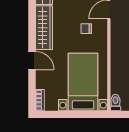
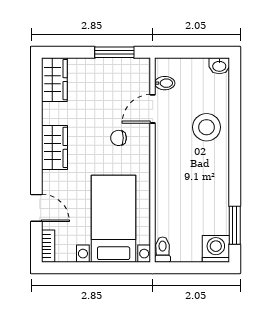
wardrobe: (44, 28) -> (55, 147), width x0.67
door: (32, 60) -> (36, 208), moved

